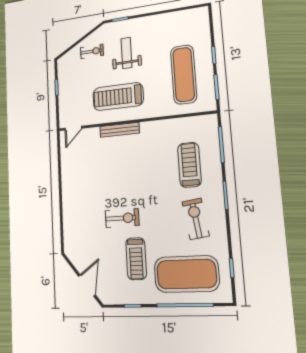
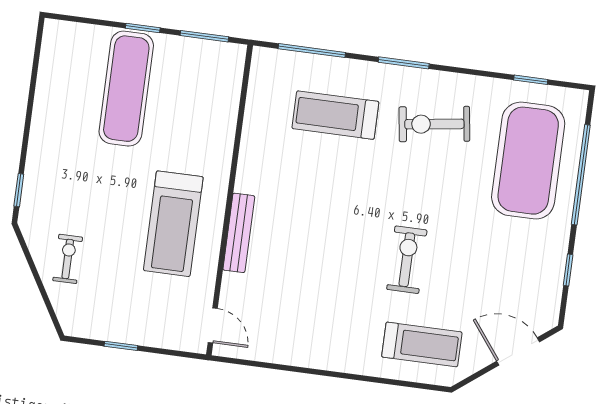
weight bench: (126, 53) -> (91, 191), removed
exercise mat: (184, 75) -> (126, 89), moved, turned 90
treadmill: (136, 259) -> (422, 344), moved

